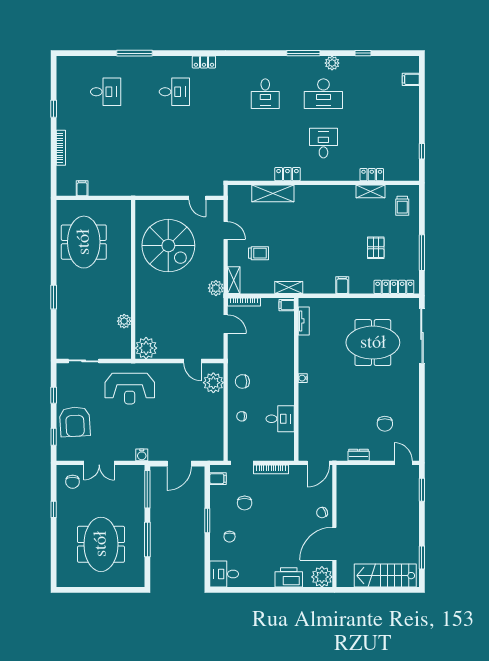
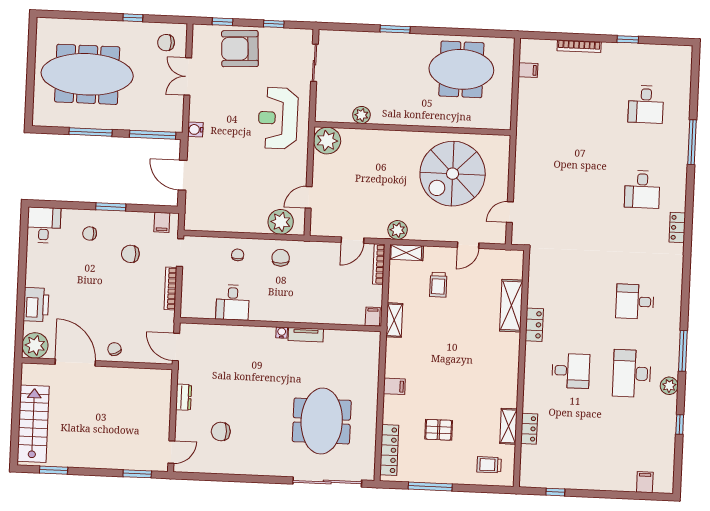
tv unit: (304, 321) -> (306, 335), moved
meeting table: (101, 544) -> (87, 74), width x1.36

